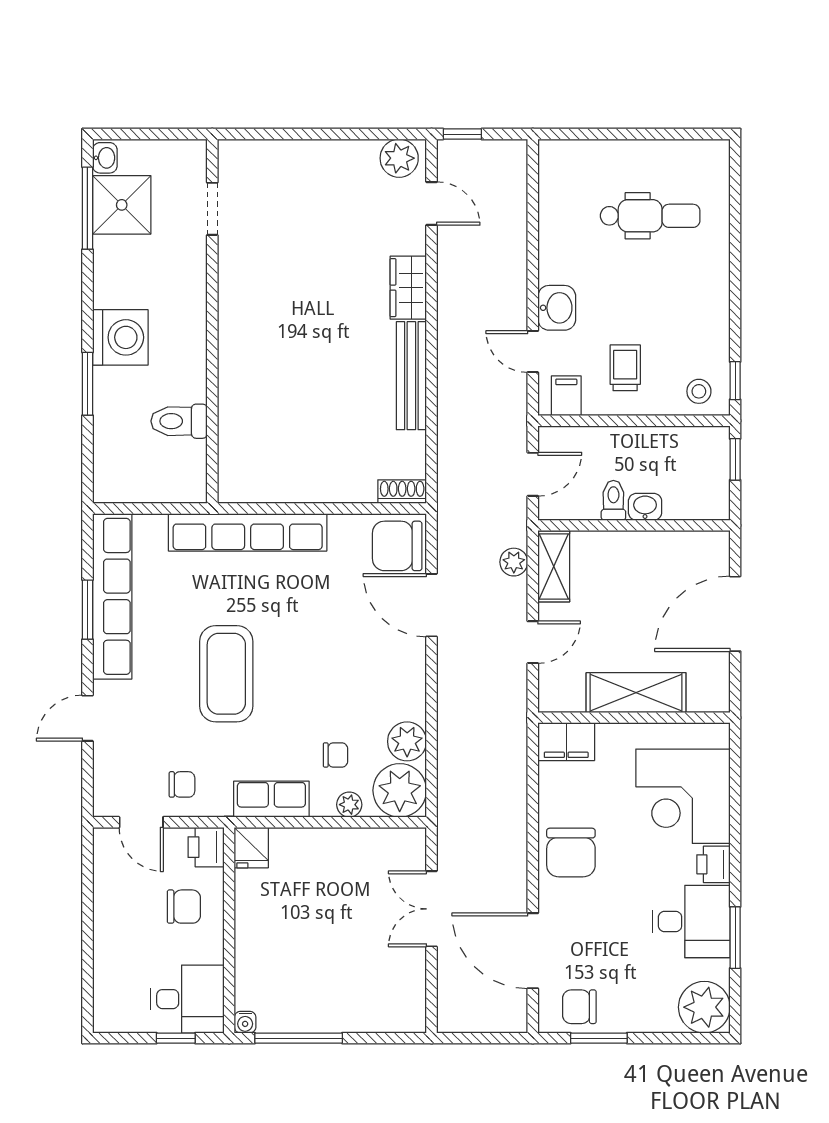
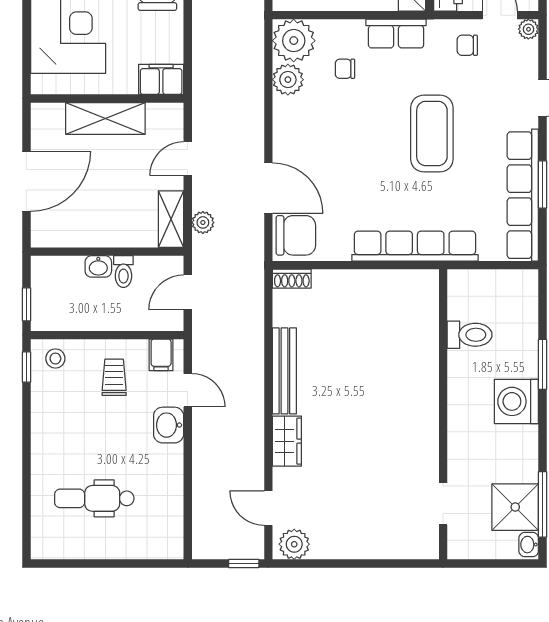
trolley: (625, 368) -> (114, 377), turned 180
plant: (349, 805) -> (528, 29), moved

